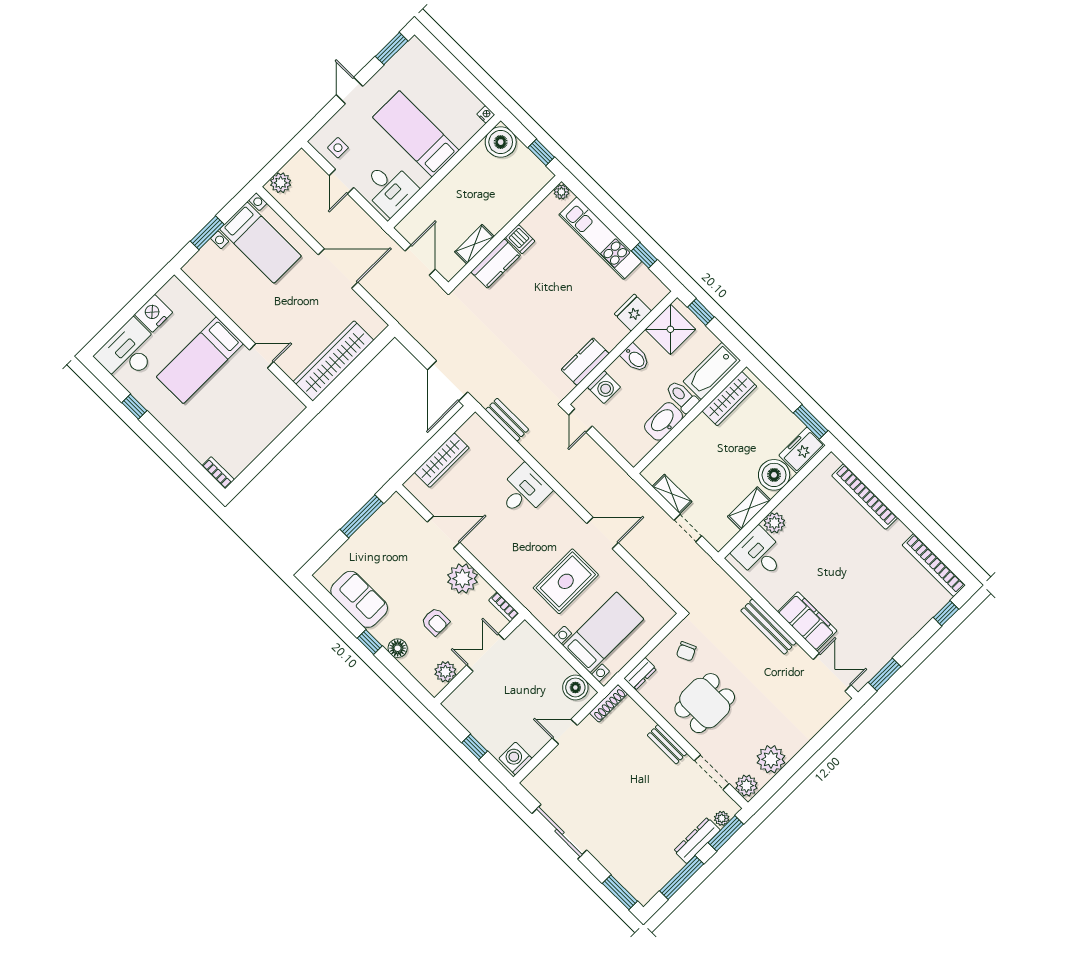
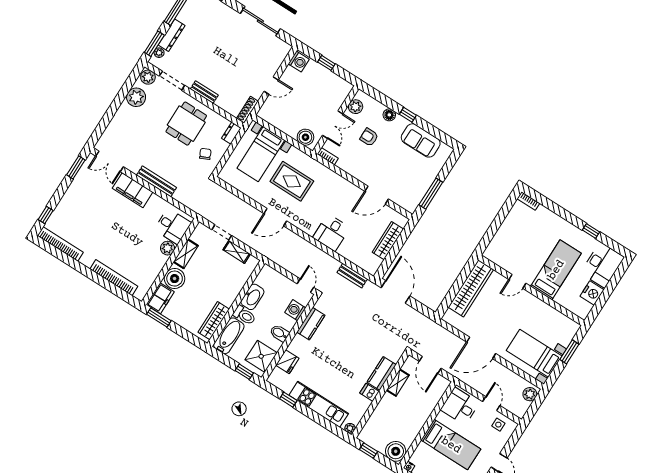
plant: (462, 579) -> (358, 168), removed
rug: (566, 581) -> (292, 181), turned 90
boiler: (575, 687) -> (305, 137), moved

